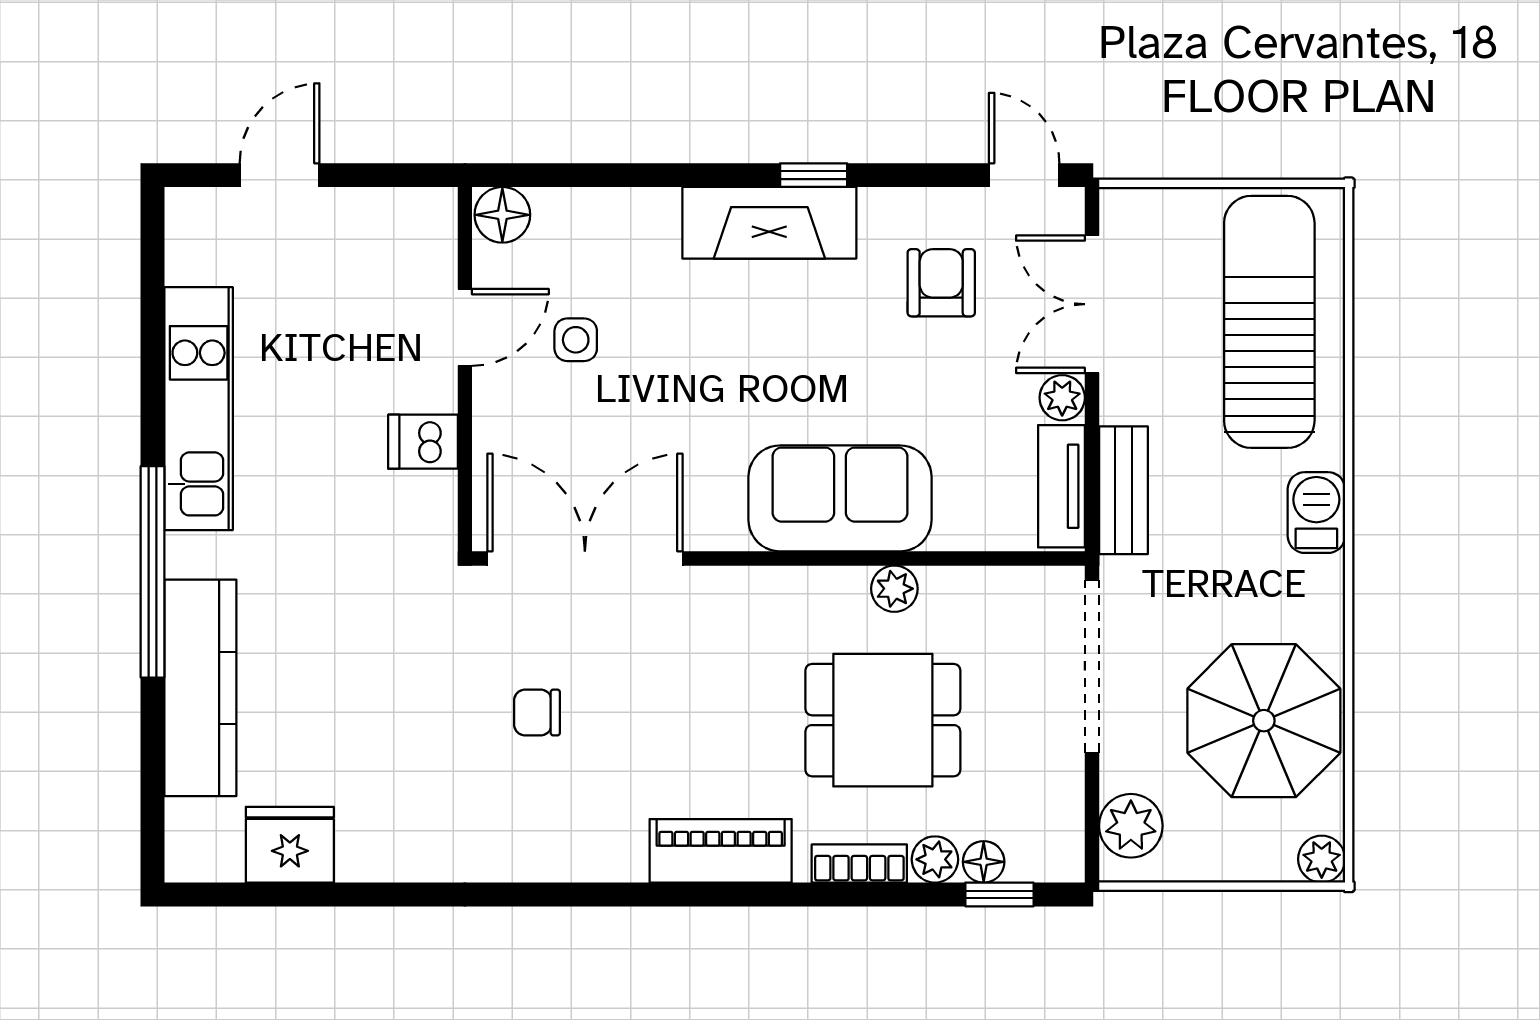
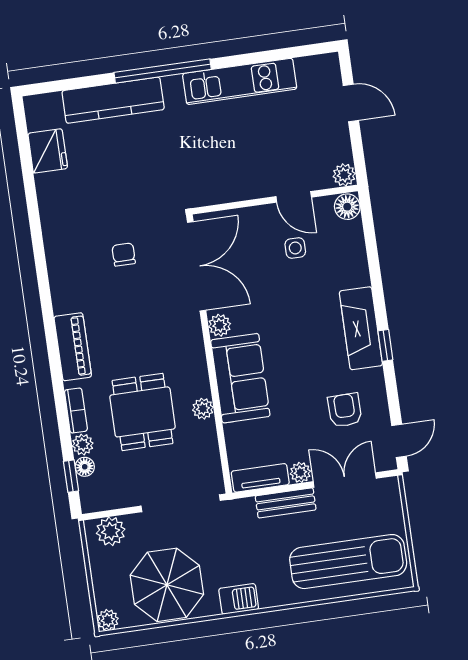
plant: (433, 212) -> (344, 175), added
armchair: (941, 283) -> (345, 410), turned -91
dishwasher: (423, 442) -> (239, 185), removed
bench: (1123, 490) -> (286, 503), moved
barbecue: (1316, 513) -> (239, 599), moved
plant: (719, 527) -> (220, 325), added

